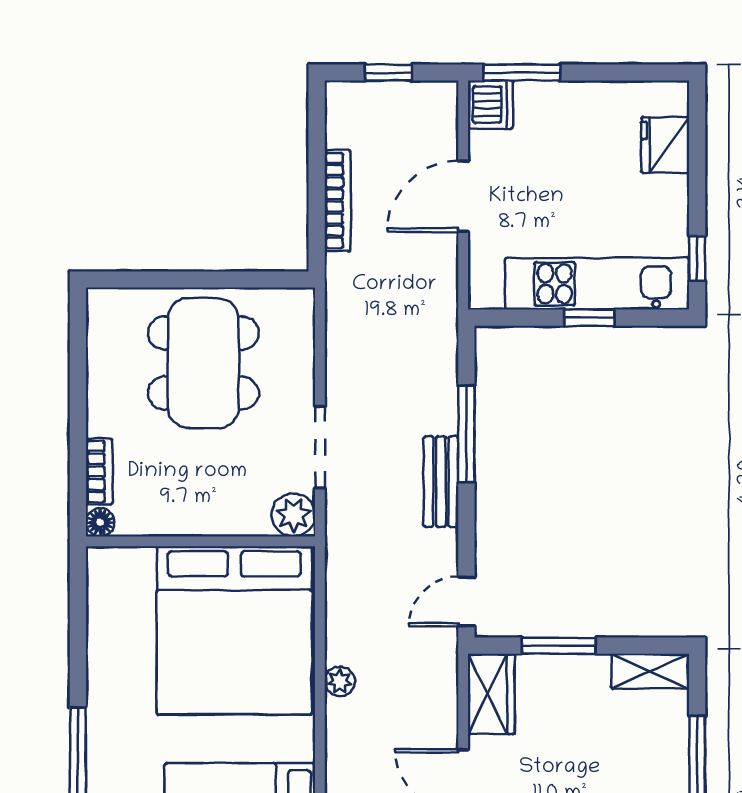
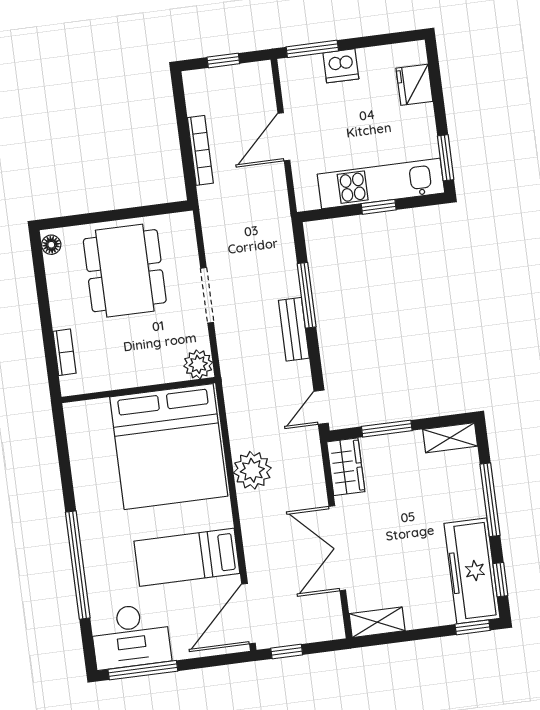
dishwasher: (490, 105) -> (341, 66), moved, turned 90
window: (697, 258) -> (446, 158), width x1.50
doorway: (320, 447) -> (207, 295), moved
floor lamp: (100, 522) -> (51, 245), moved
plant: (340, 681) -> (252, 470), width x1.88, depth x1.88

